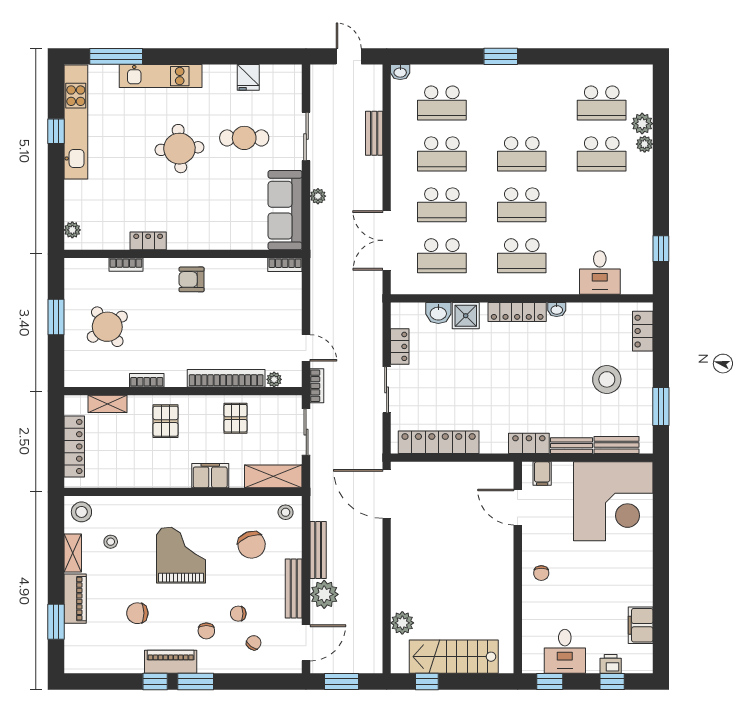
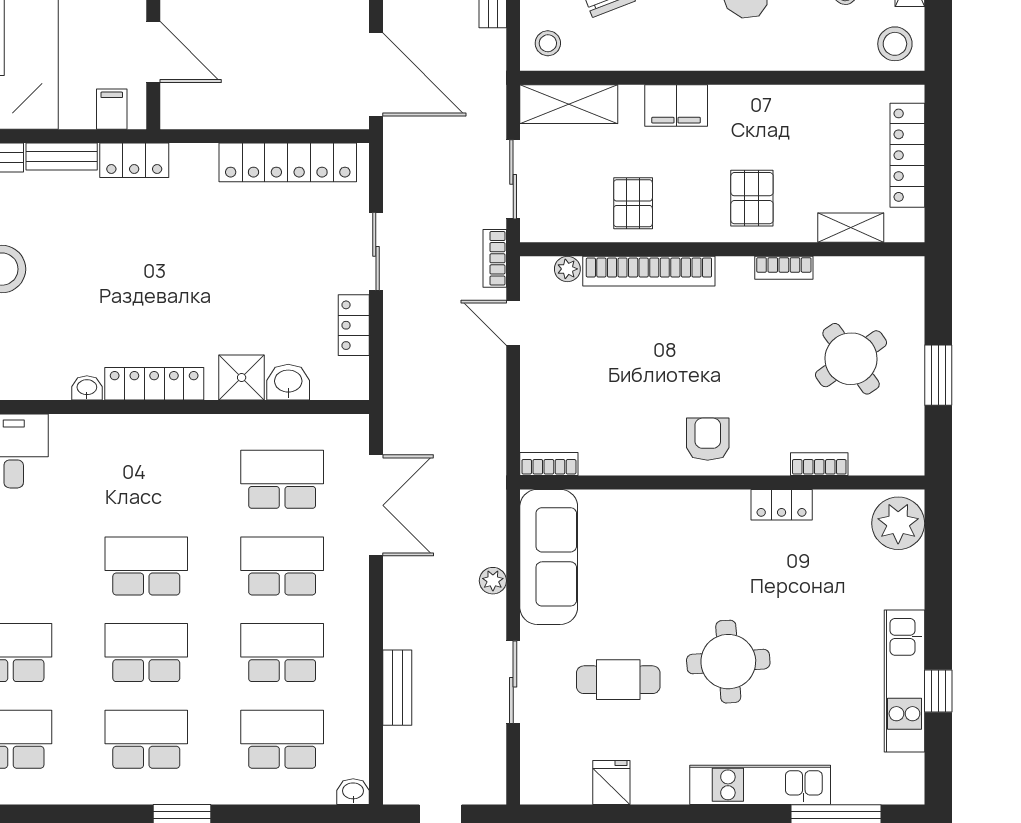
kitchen unit: (76, 122) -> (904, 681), width x0.73
plant: (72, 230) -> (898, 523), width x1.87, depth x1.87
school desk: (522, 256) -> (146, 739), moved
armchair: (192, 279) -> (708, 439), turned -90

